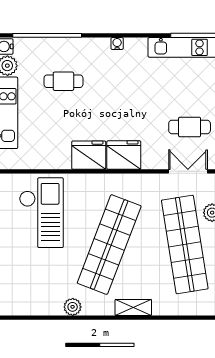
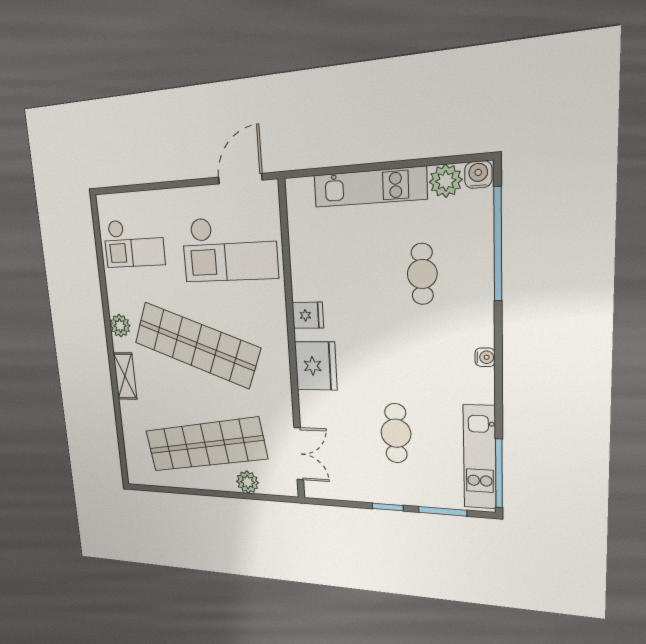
cafe table: (190, 127) -> (396, 433), moved
fridge: (89, 155) -> (308, 315), width x0.53, depth x0.75
checkout: (34, 288) -> (134, 243), added
plant: (73, 307) -> (120, 326), moved

